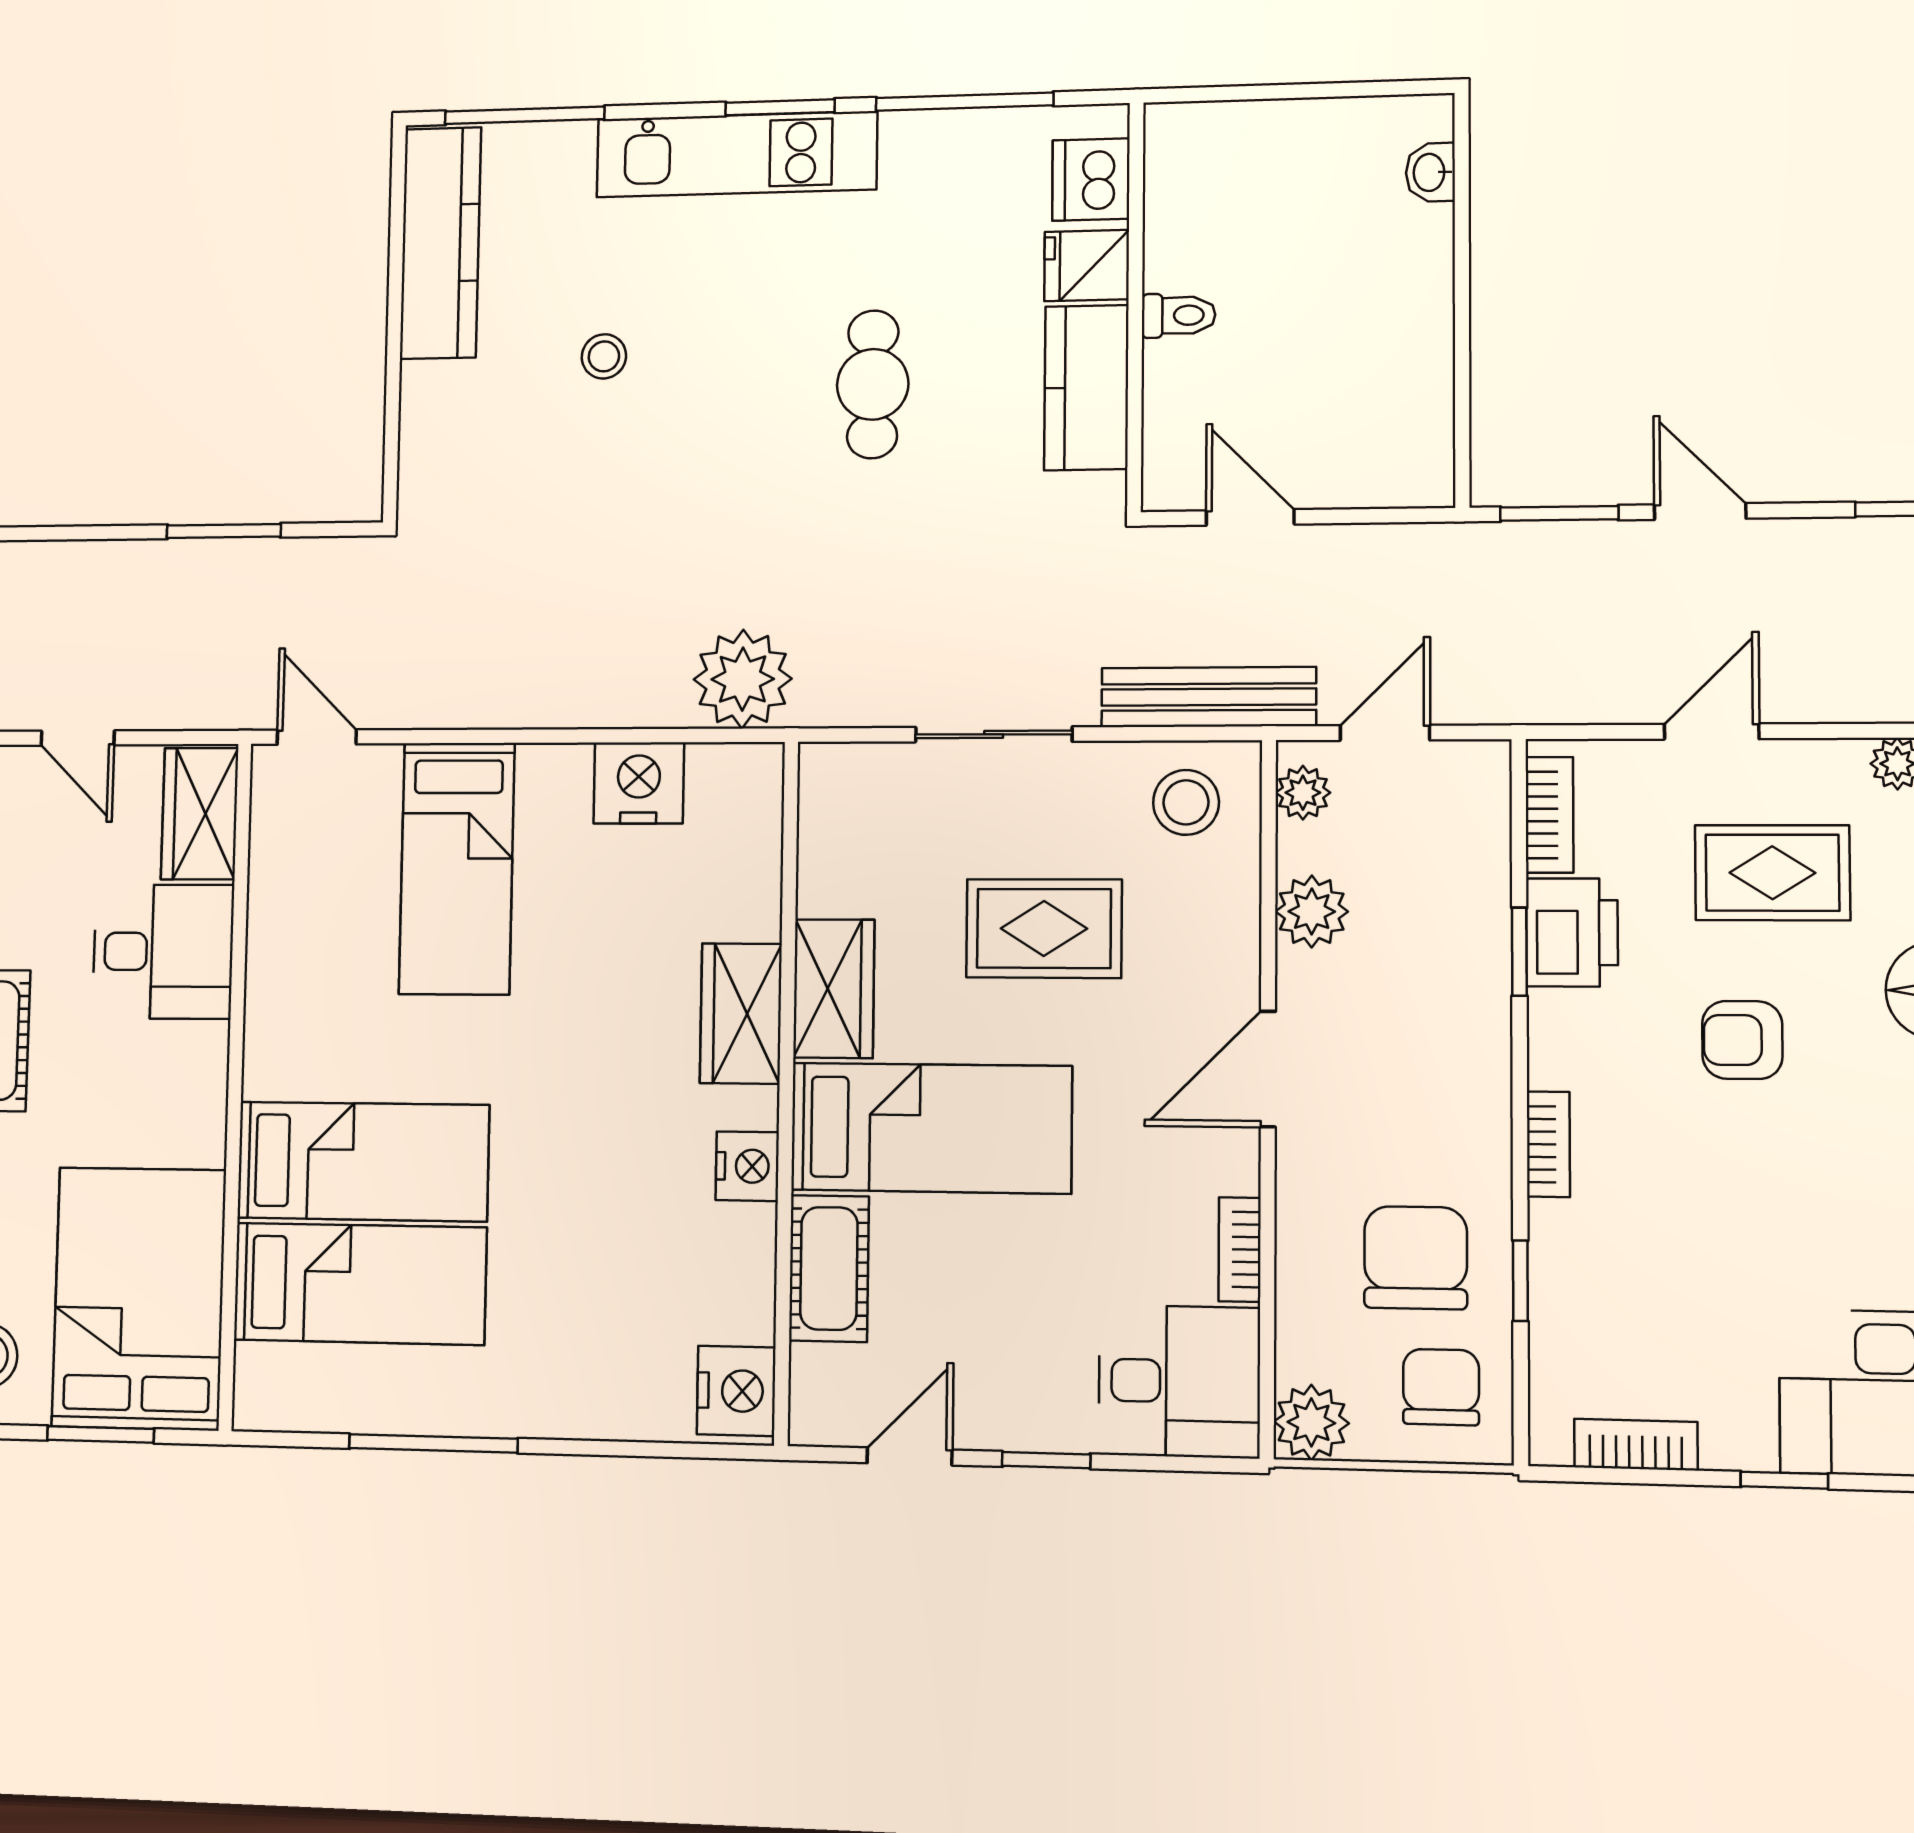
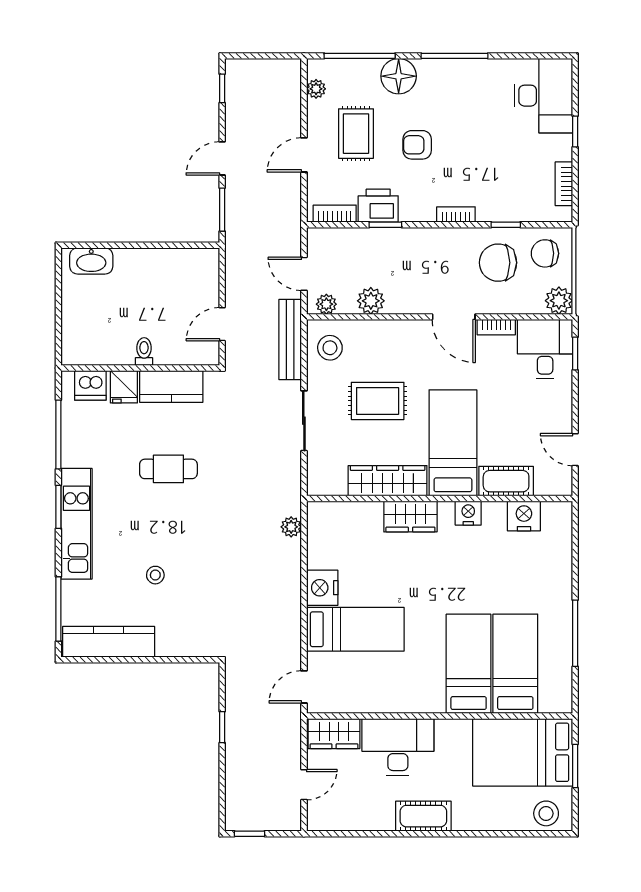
washbasin: (1430, 172) -> (91, 261), width x1.91, depth x1.45
window: (224, 531) -> (222, 727), width x0.67
plant: (743, 679) -> (291, 527), width x0.53, depth x0.53
door: (1712, 731) -> (304, 155), hinge flipped
nightstand: (639, 783) -> (322, 588), moved
rug: (1044, 929) -> (378, 401), turned 90
desk: (163, 952) -> (398, 747), width x1.37
wardrobe: (834, 989) -> (388, 481), width x1.50
armchair: (1742, 1040) -> (417, 145), turned 90
door: (1268, 1069) -> (454, 317), moved
nightstand: (736, 1391) -> (524, 516), moved
window: (1046, 1460) -> (575, 354), moved

